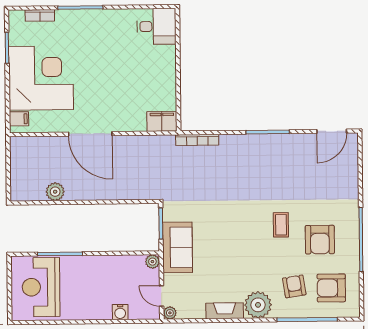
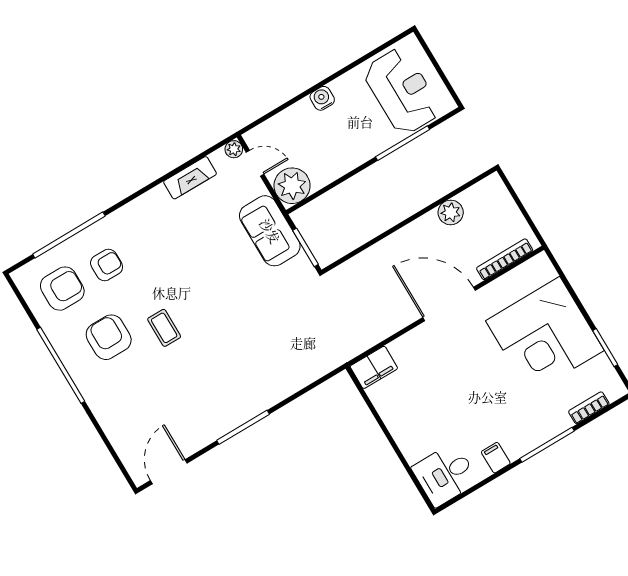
filing cabinet: (19, 119) -> (496, 458), moved, turned 90
bookcase: (197, 140) -> (505, 259), moved
plant: (152, 262) -> (292, 186), width x1.87, depth x1.87
armchair: (294, 286) -> (107, 265), turned -81
plant: (258, 305) -> (136, 219), removed
fireplace: (225, 311) -> (190, 178), moved
water cooler: (120, 312) -> (322, 98), moved

